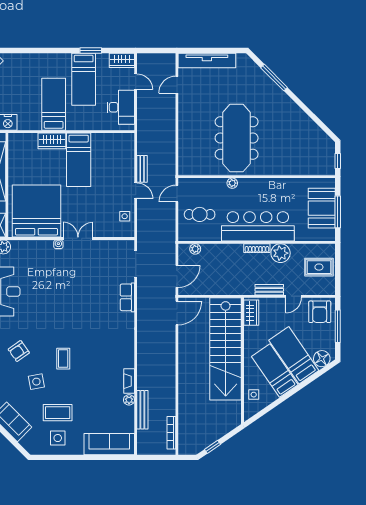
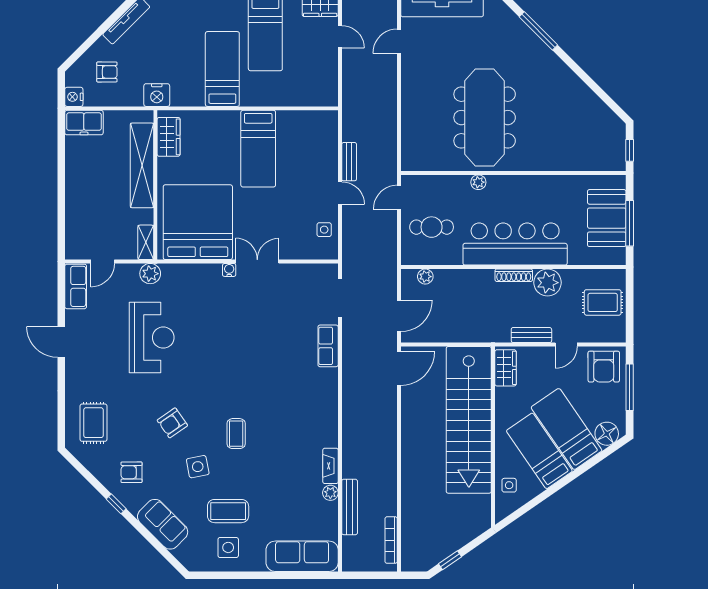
desk: (121, 107) -> (319, 73), removed
wardrobe: (52, 141) -> (169, 137), moved, turned -90

